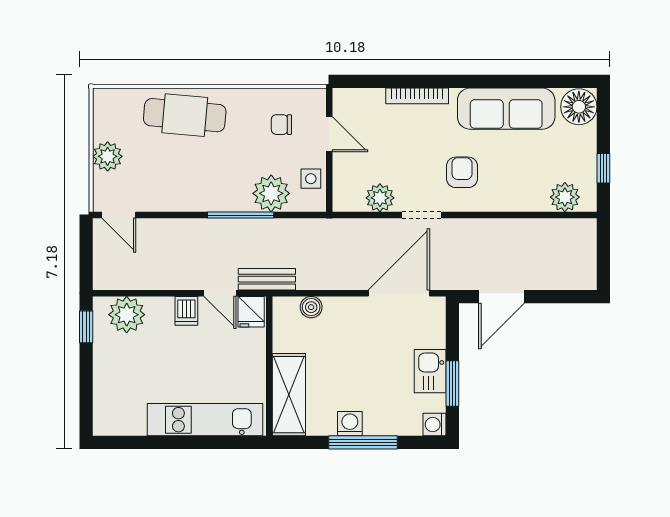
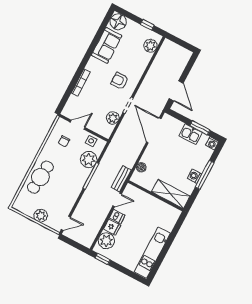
sofa: (506, 109) -> (107, 45), width x0.73
fridge: (251, 312) -> (112, 227), moved
kitchen unit: (205, 420) -> (152, 253), moved

